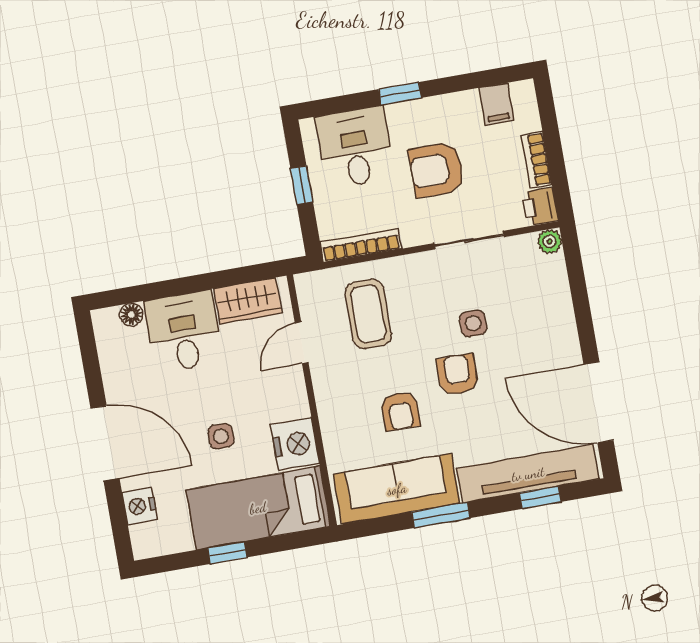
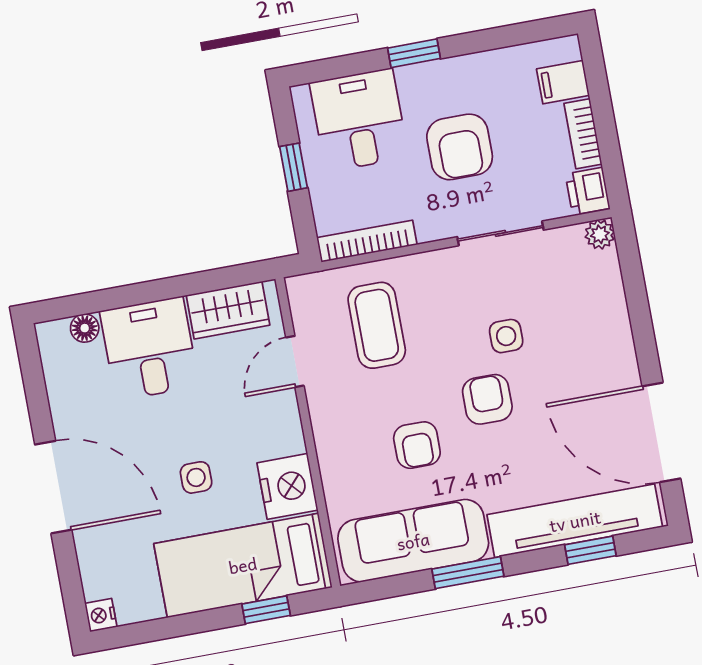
filing cabinet: (496, 104) -> (563, 82), moved, turned 90
armchair: (436, 170) -> (460, 147), turned -90
nightstand: (140, 506) -> (101, 615), moved, width x0.72, depth x0.74
window: (227, 553) -> (266, 610), moved

